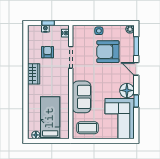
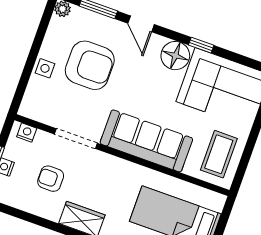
armchair: (108, 52) -> (90, 65), turned -90
door: (136, 69) -> (141, 24), hinge flipped
sofa: (82, 97) -> (146, 141), width x1.36

